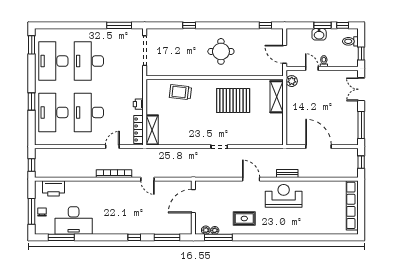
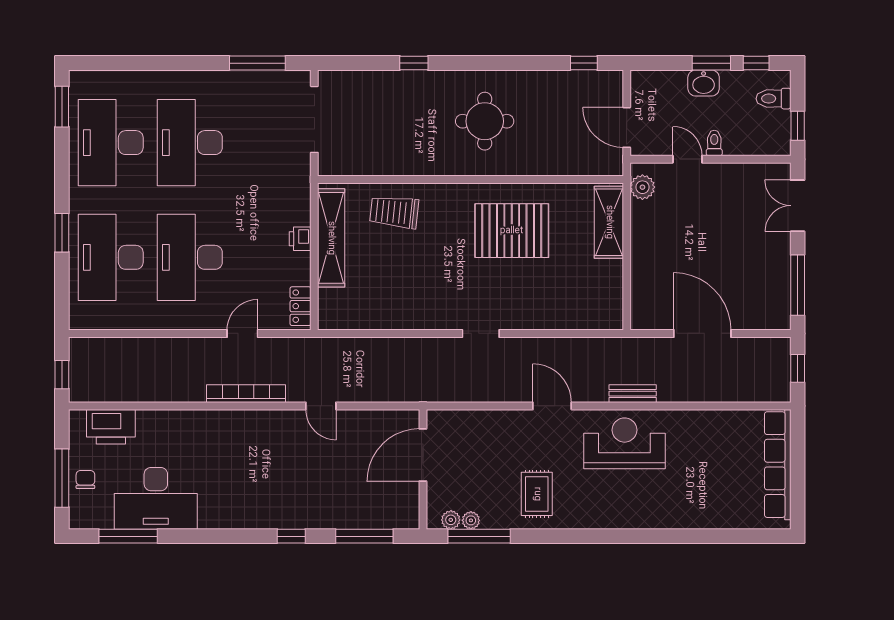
locker: (138, 130) -> (301, 306), width x0.66
shelving: (152, 130) -> (331, 238), moved, width x1.47
rug: (244, 219) -> (537, 494), turned 90

